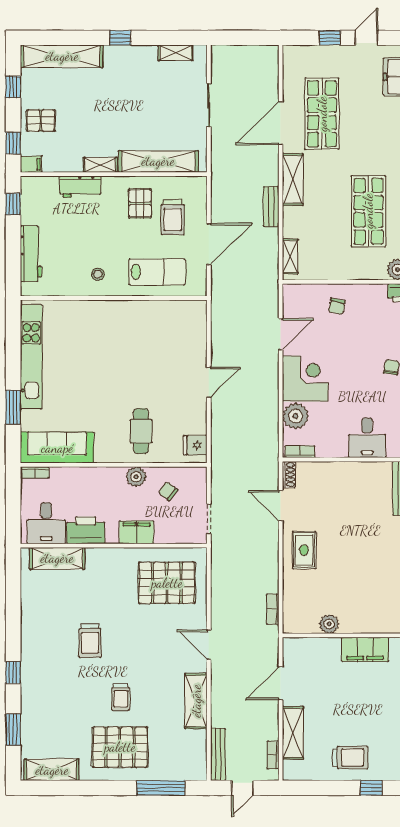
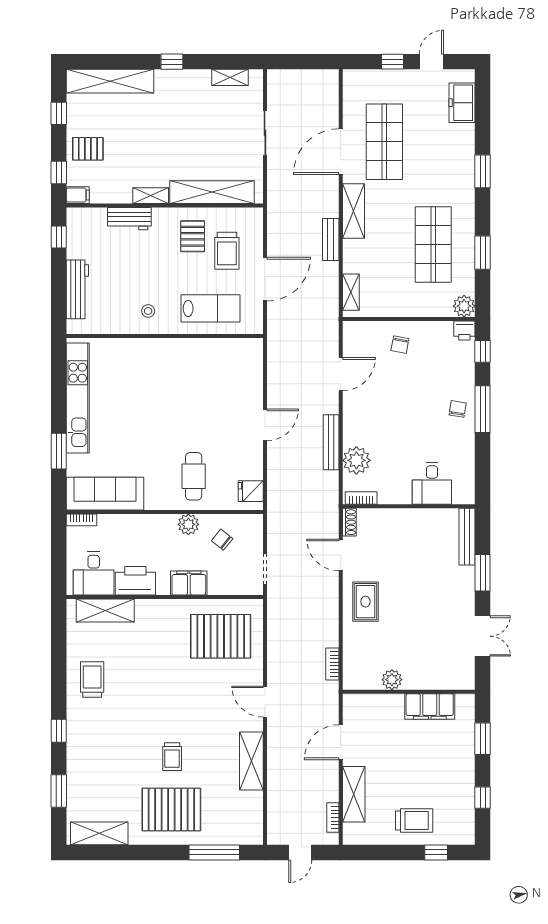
corner desk: (305, 379) -> (367, 421), removed
trolley: (90, 641) -> (92, 679), moved, turned 180
bench: (218, 755) -> (331, 442), moved

